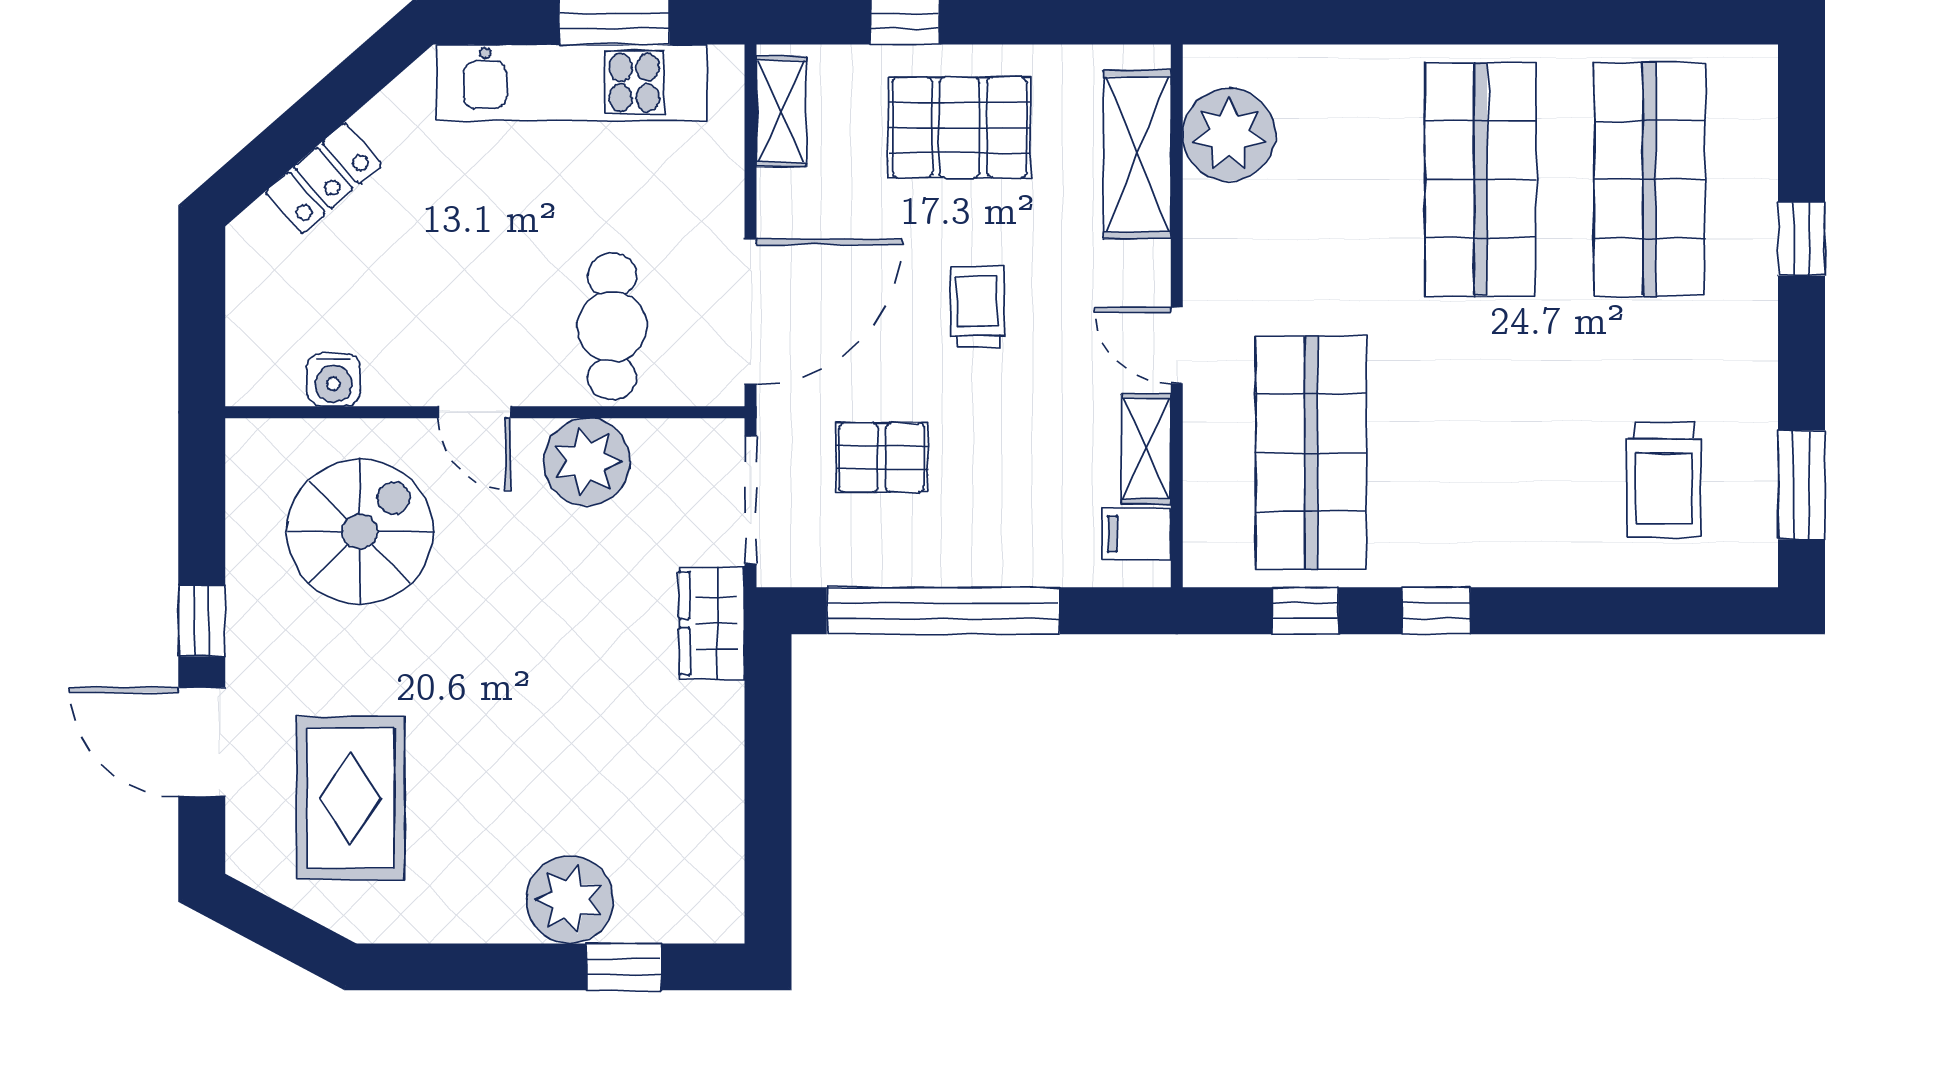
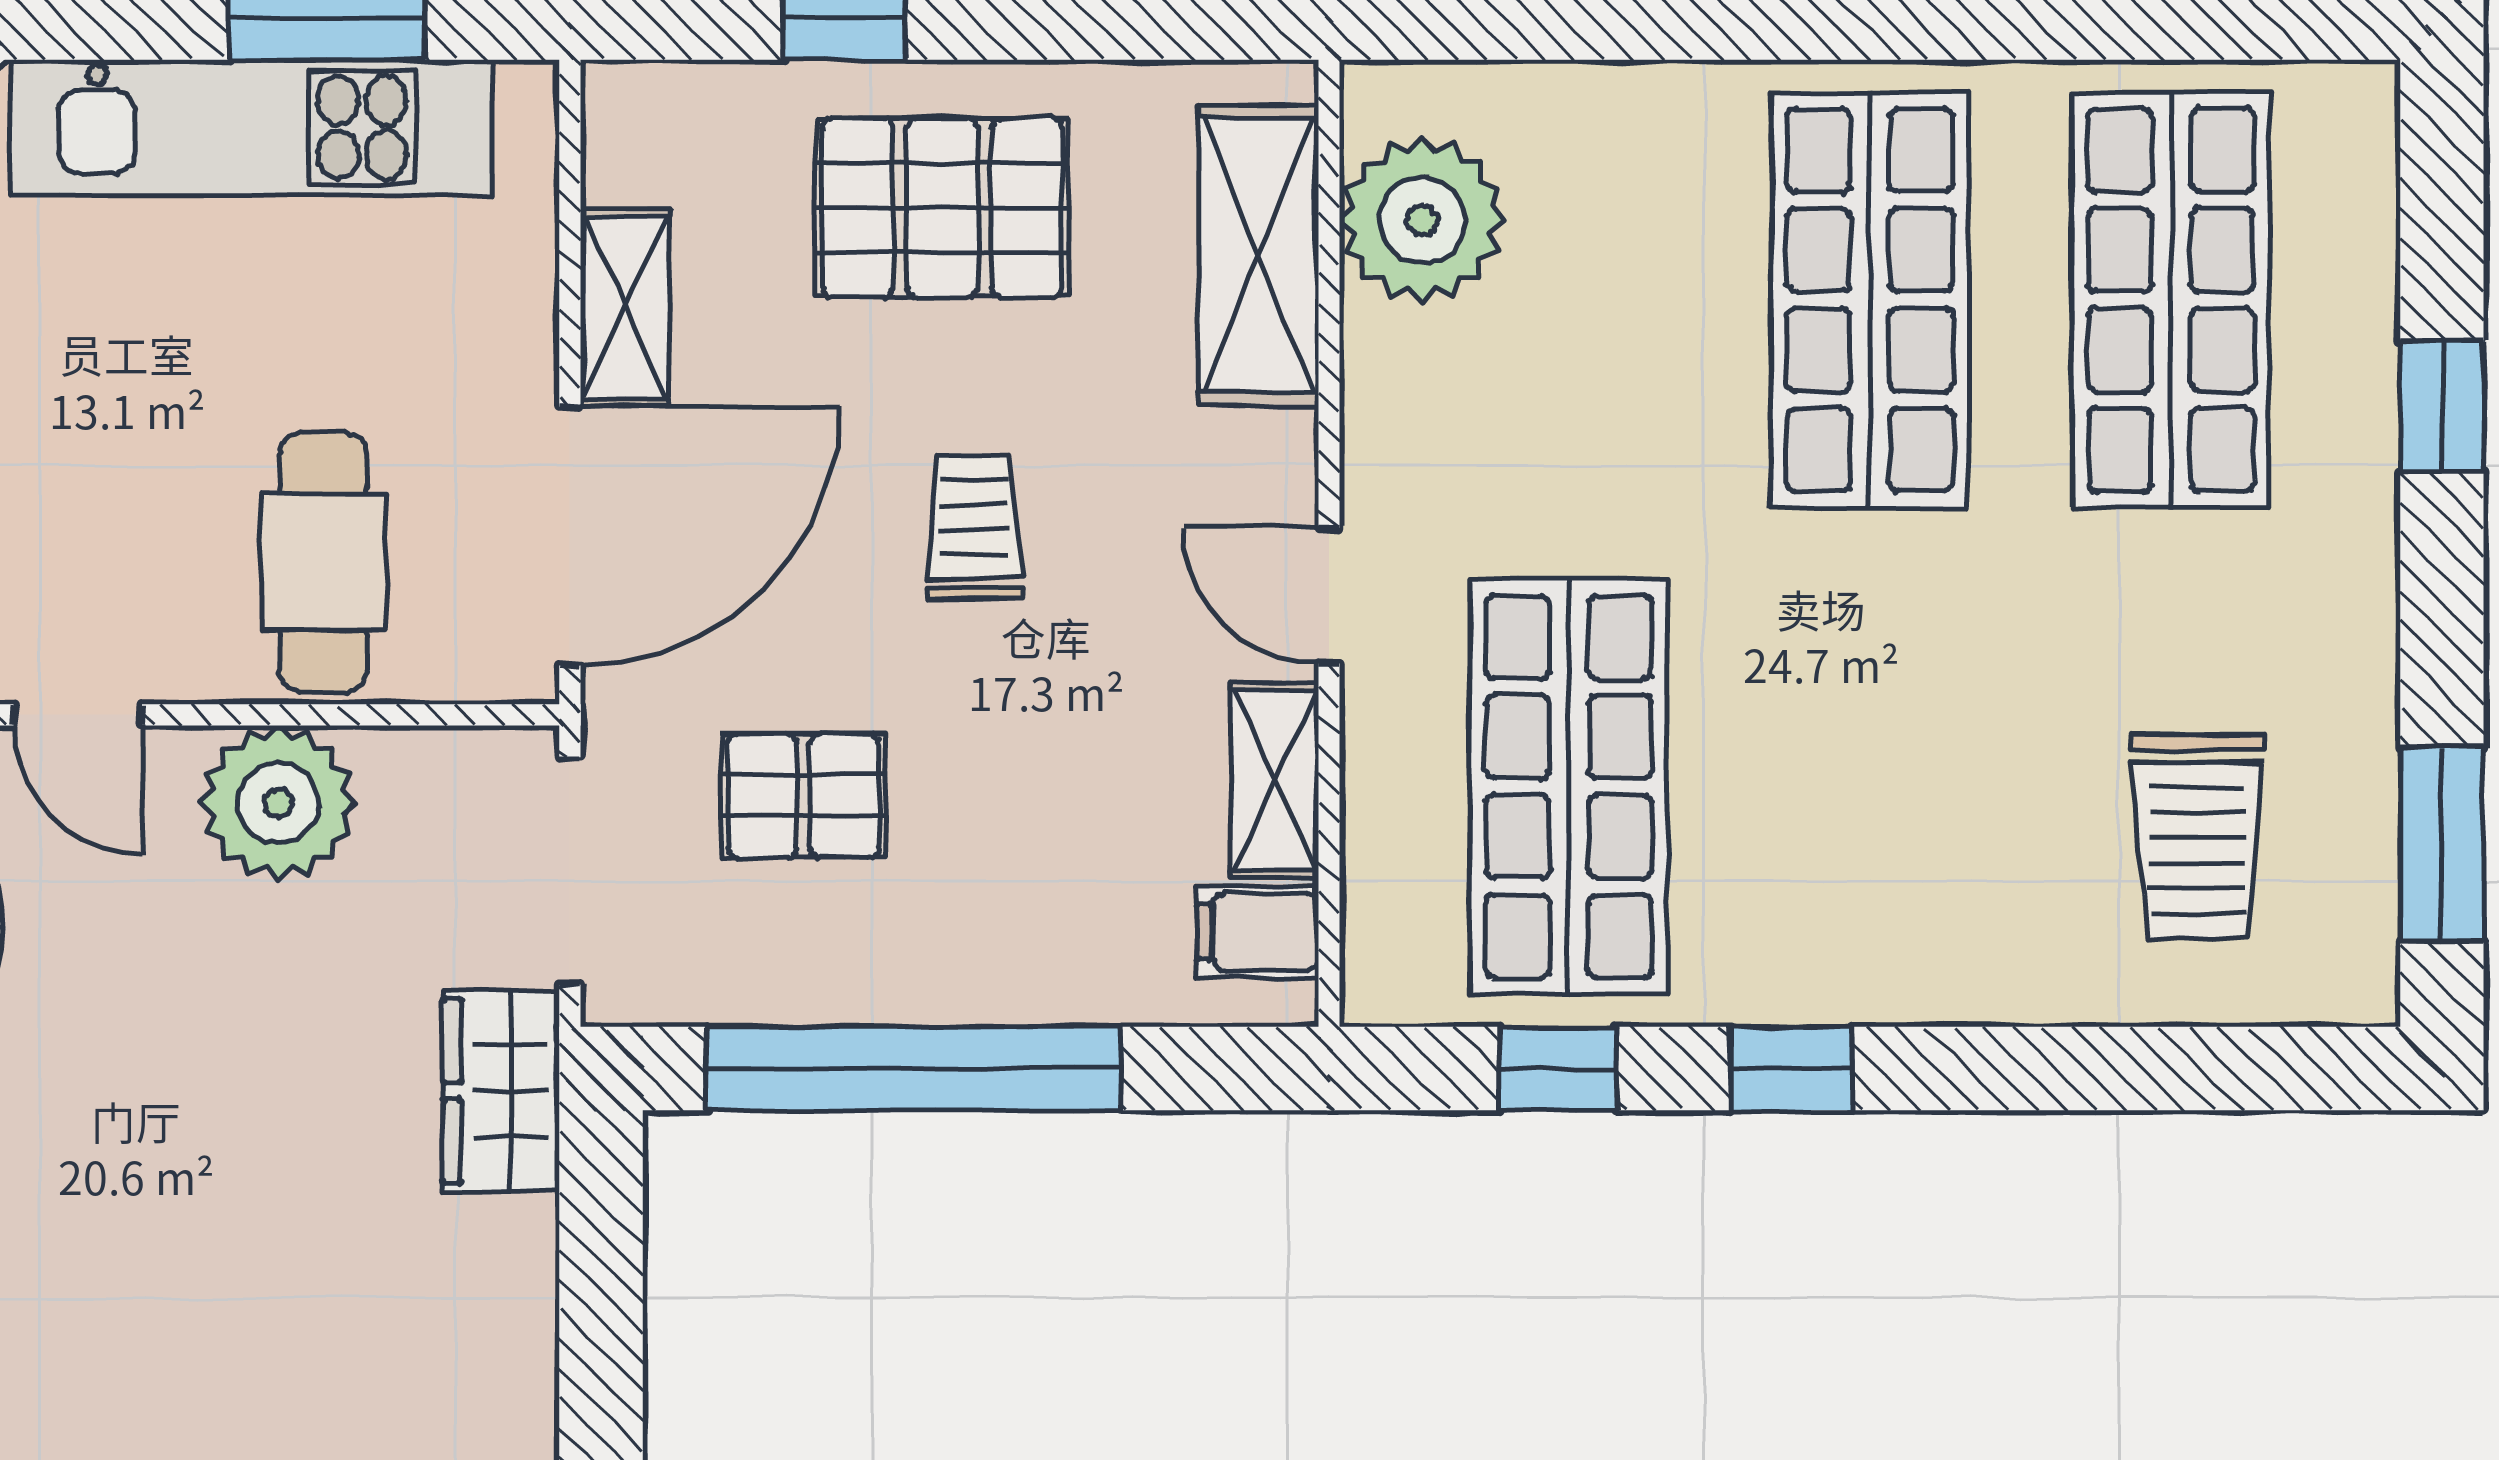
shelving: (781, 111) -> (625, 307), moved

